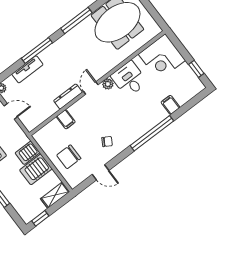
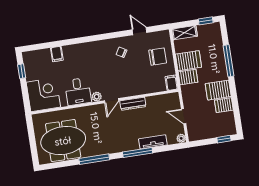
filing cabinet: (66, 119) -> (172, 83), moved
window: (152, 133) -> (83, 40), removed

